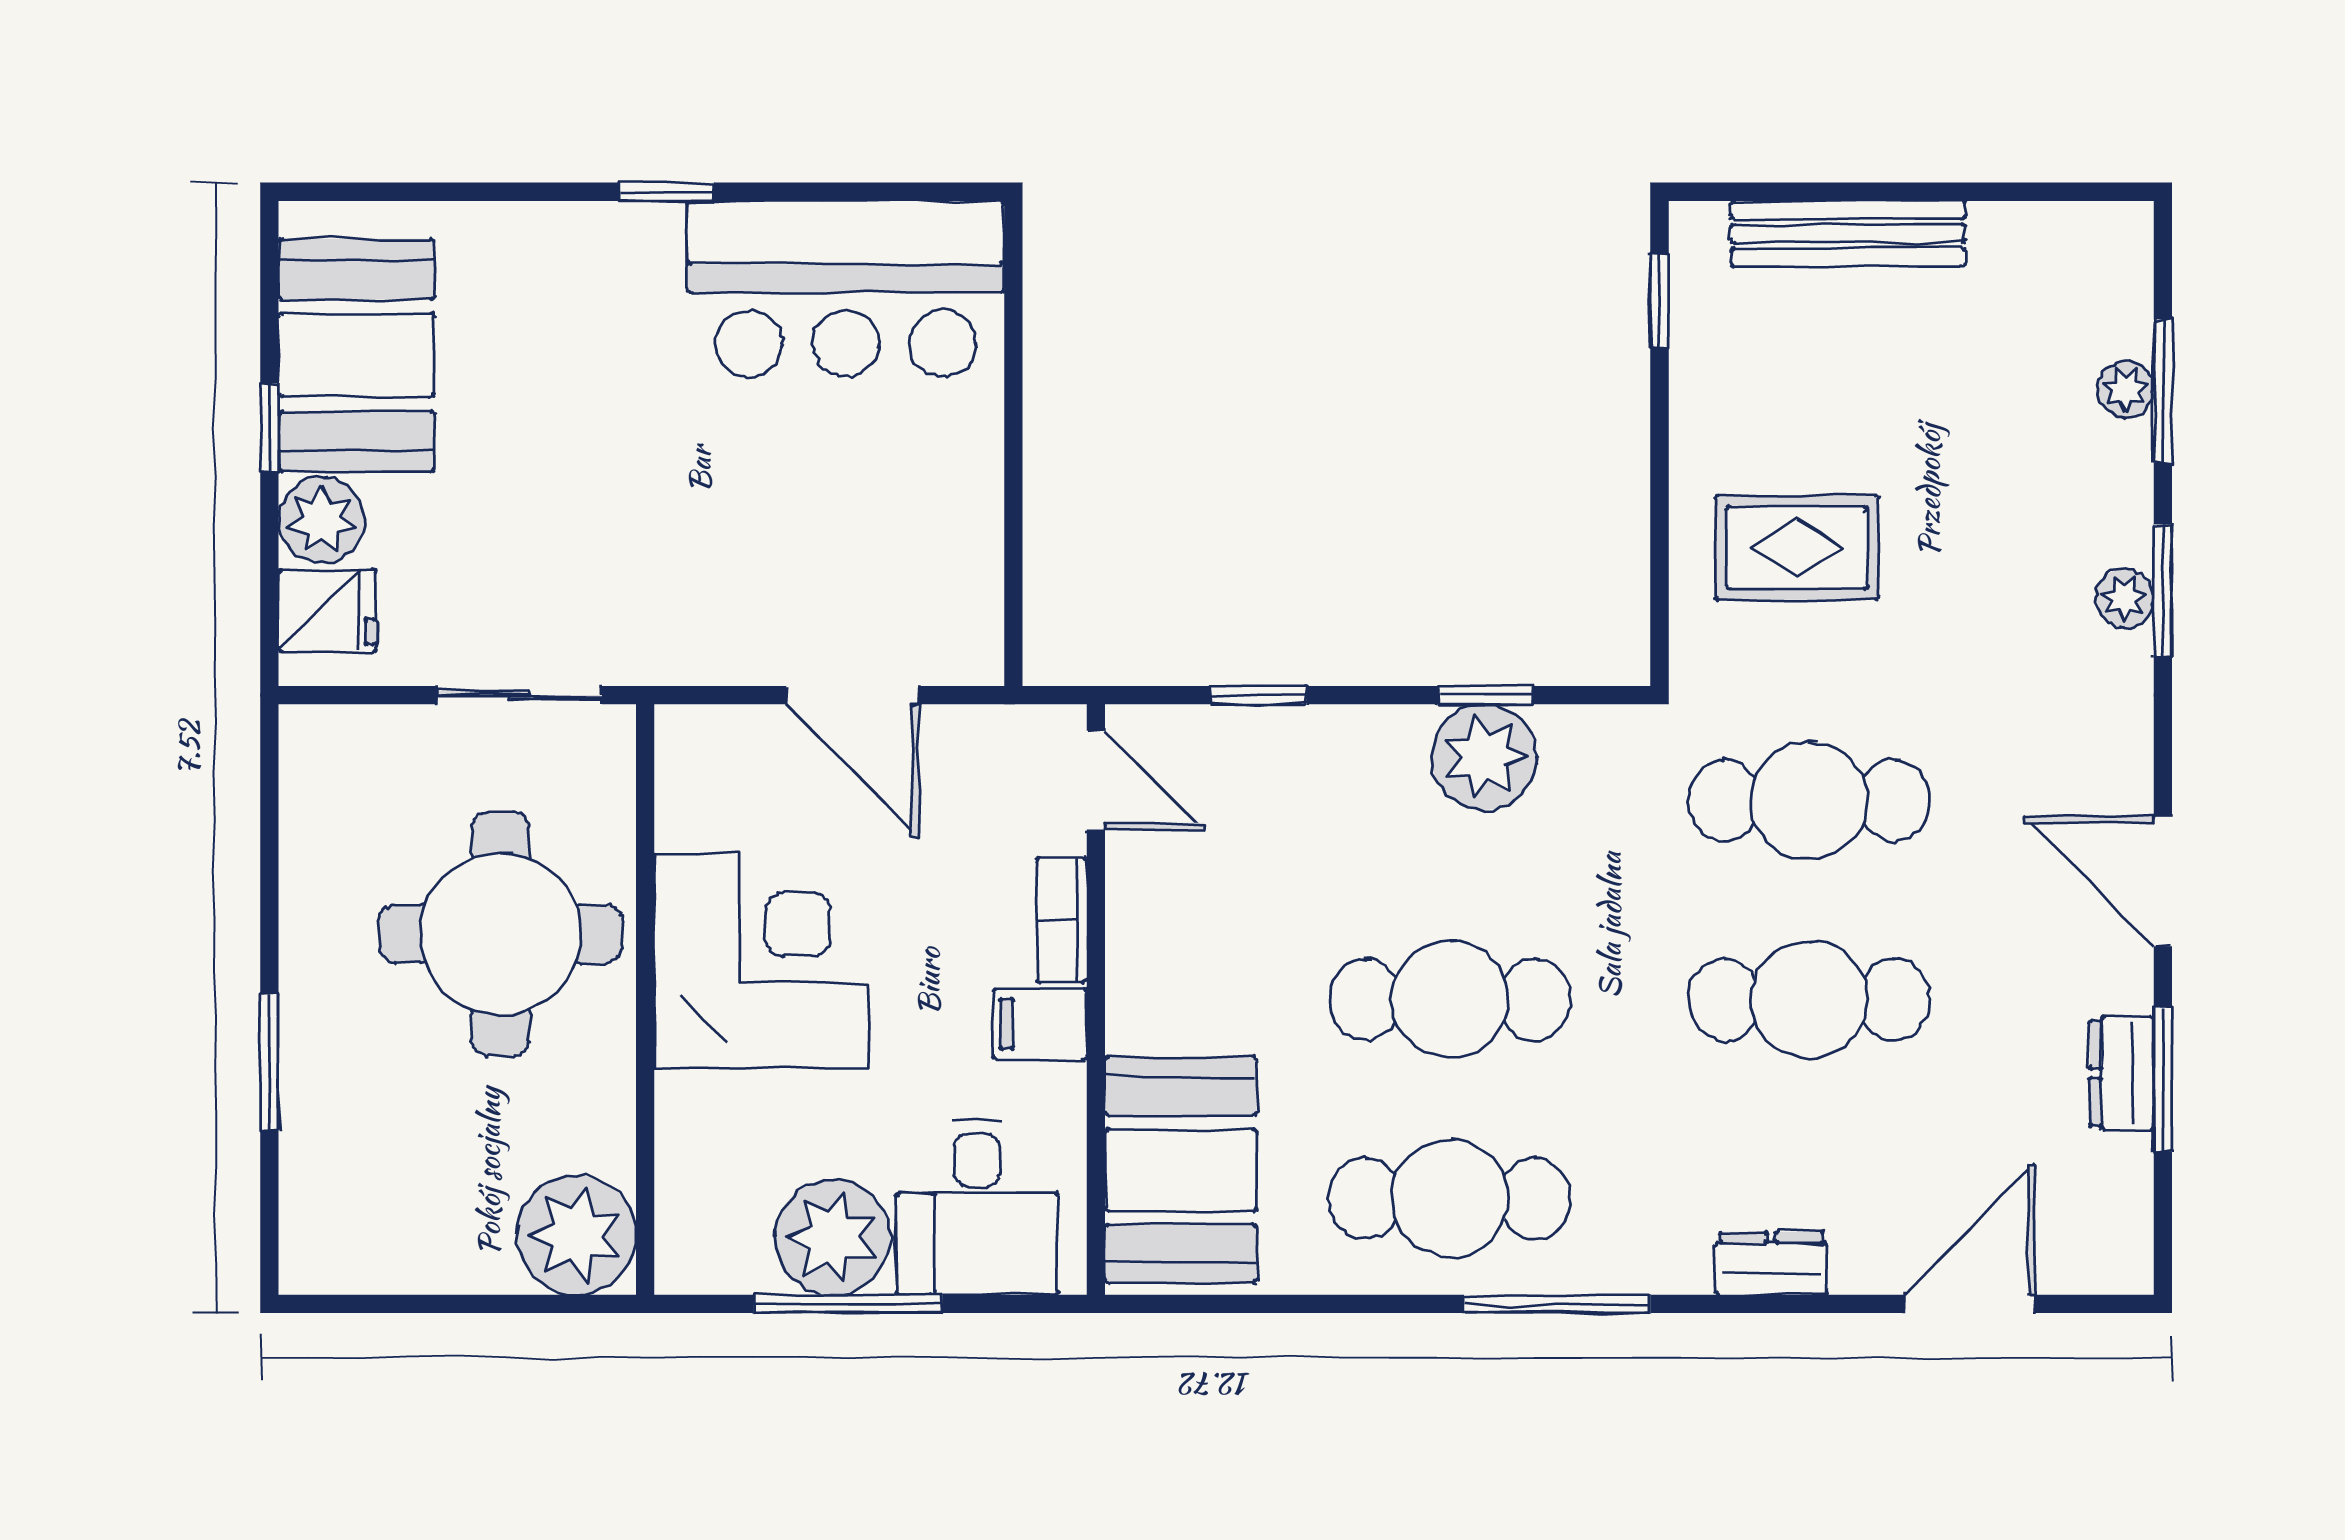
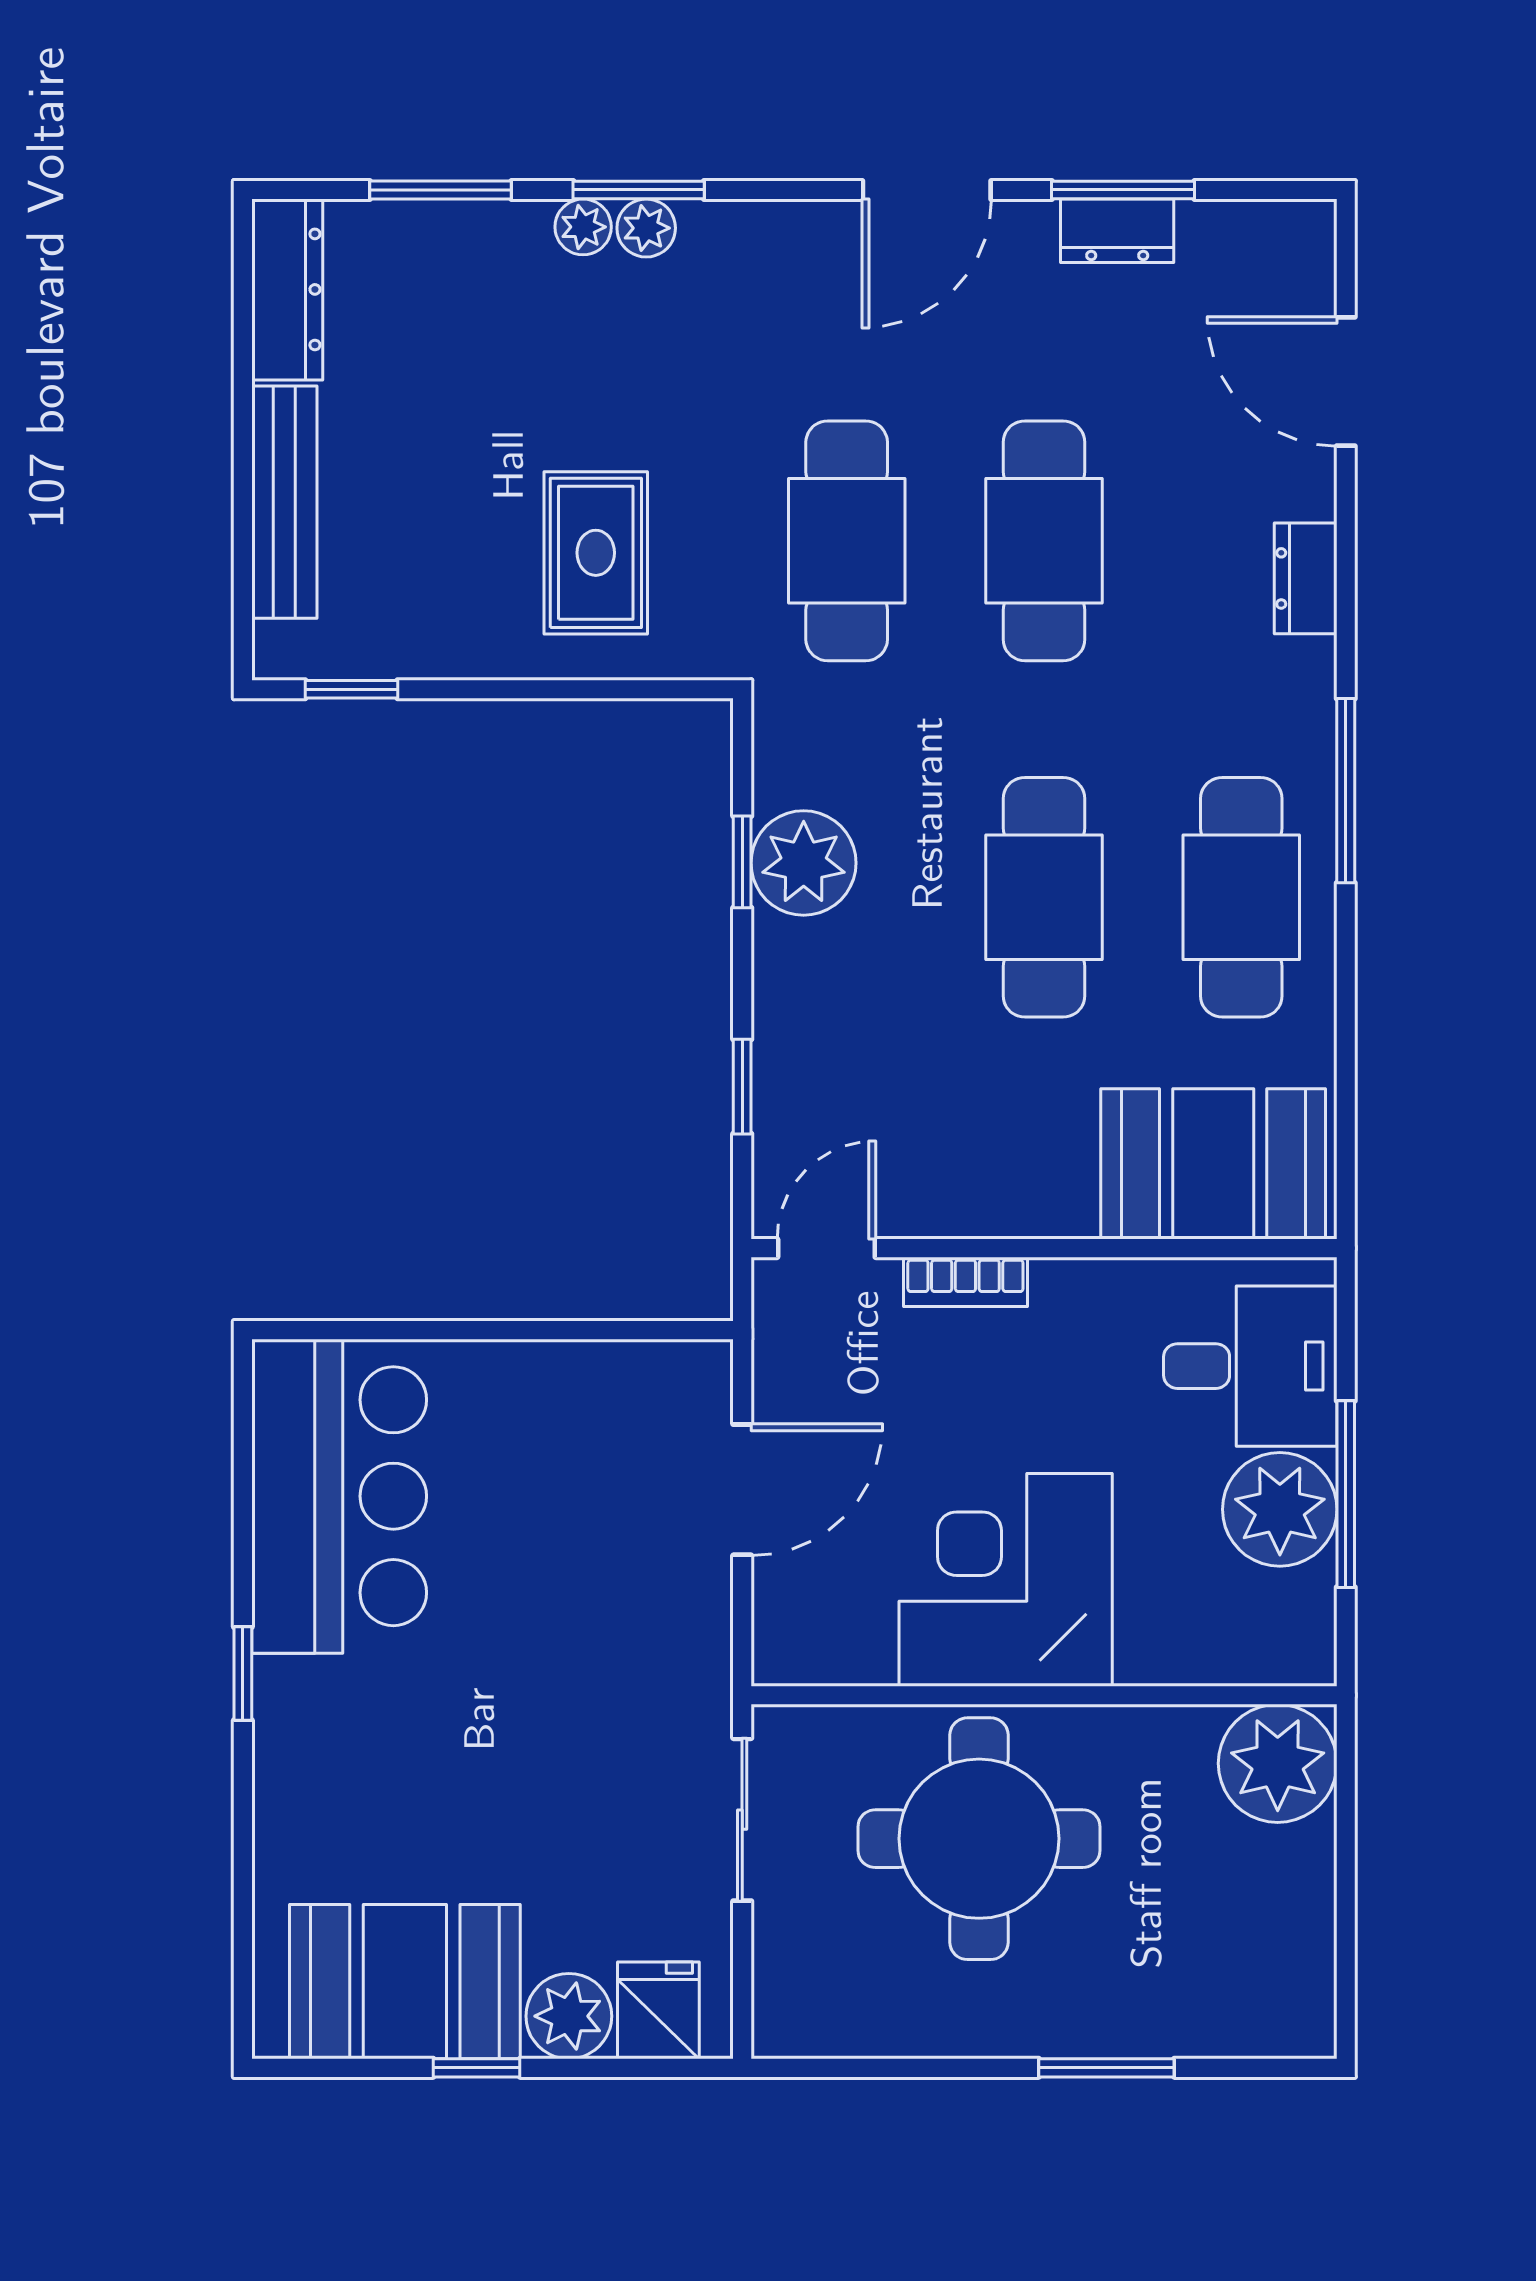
dresser: (2063, 236) -> (287, 289), added
plant: (2126, 389) -> (583, 227), moved
filing cabinet: (1040, 1024) -> (1068, 1304), removed

